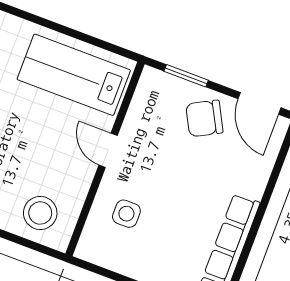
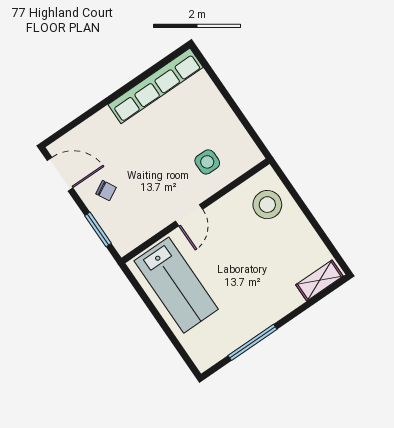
door: (259, 103) -> (60, 174), hinge flipped
chair: (204, 118) -> (106, 191), width x0.54, depth x0.54

